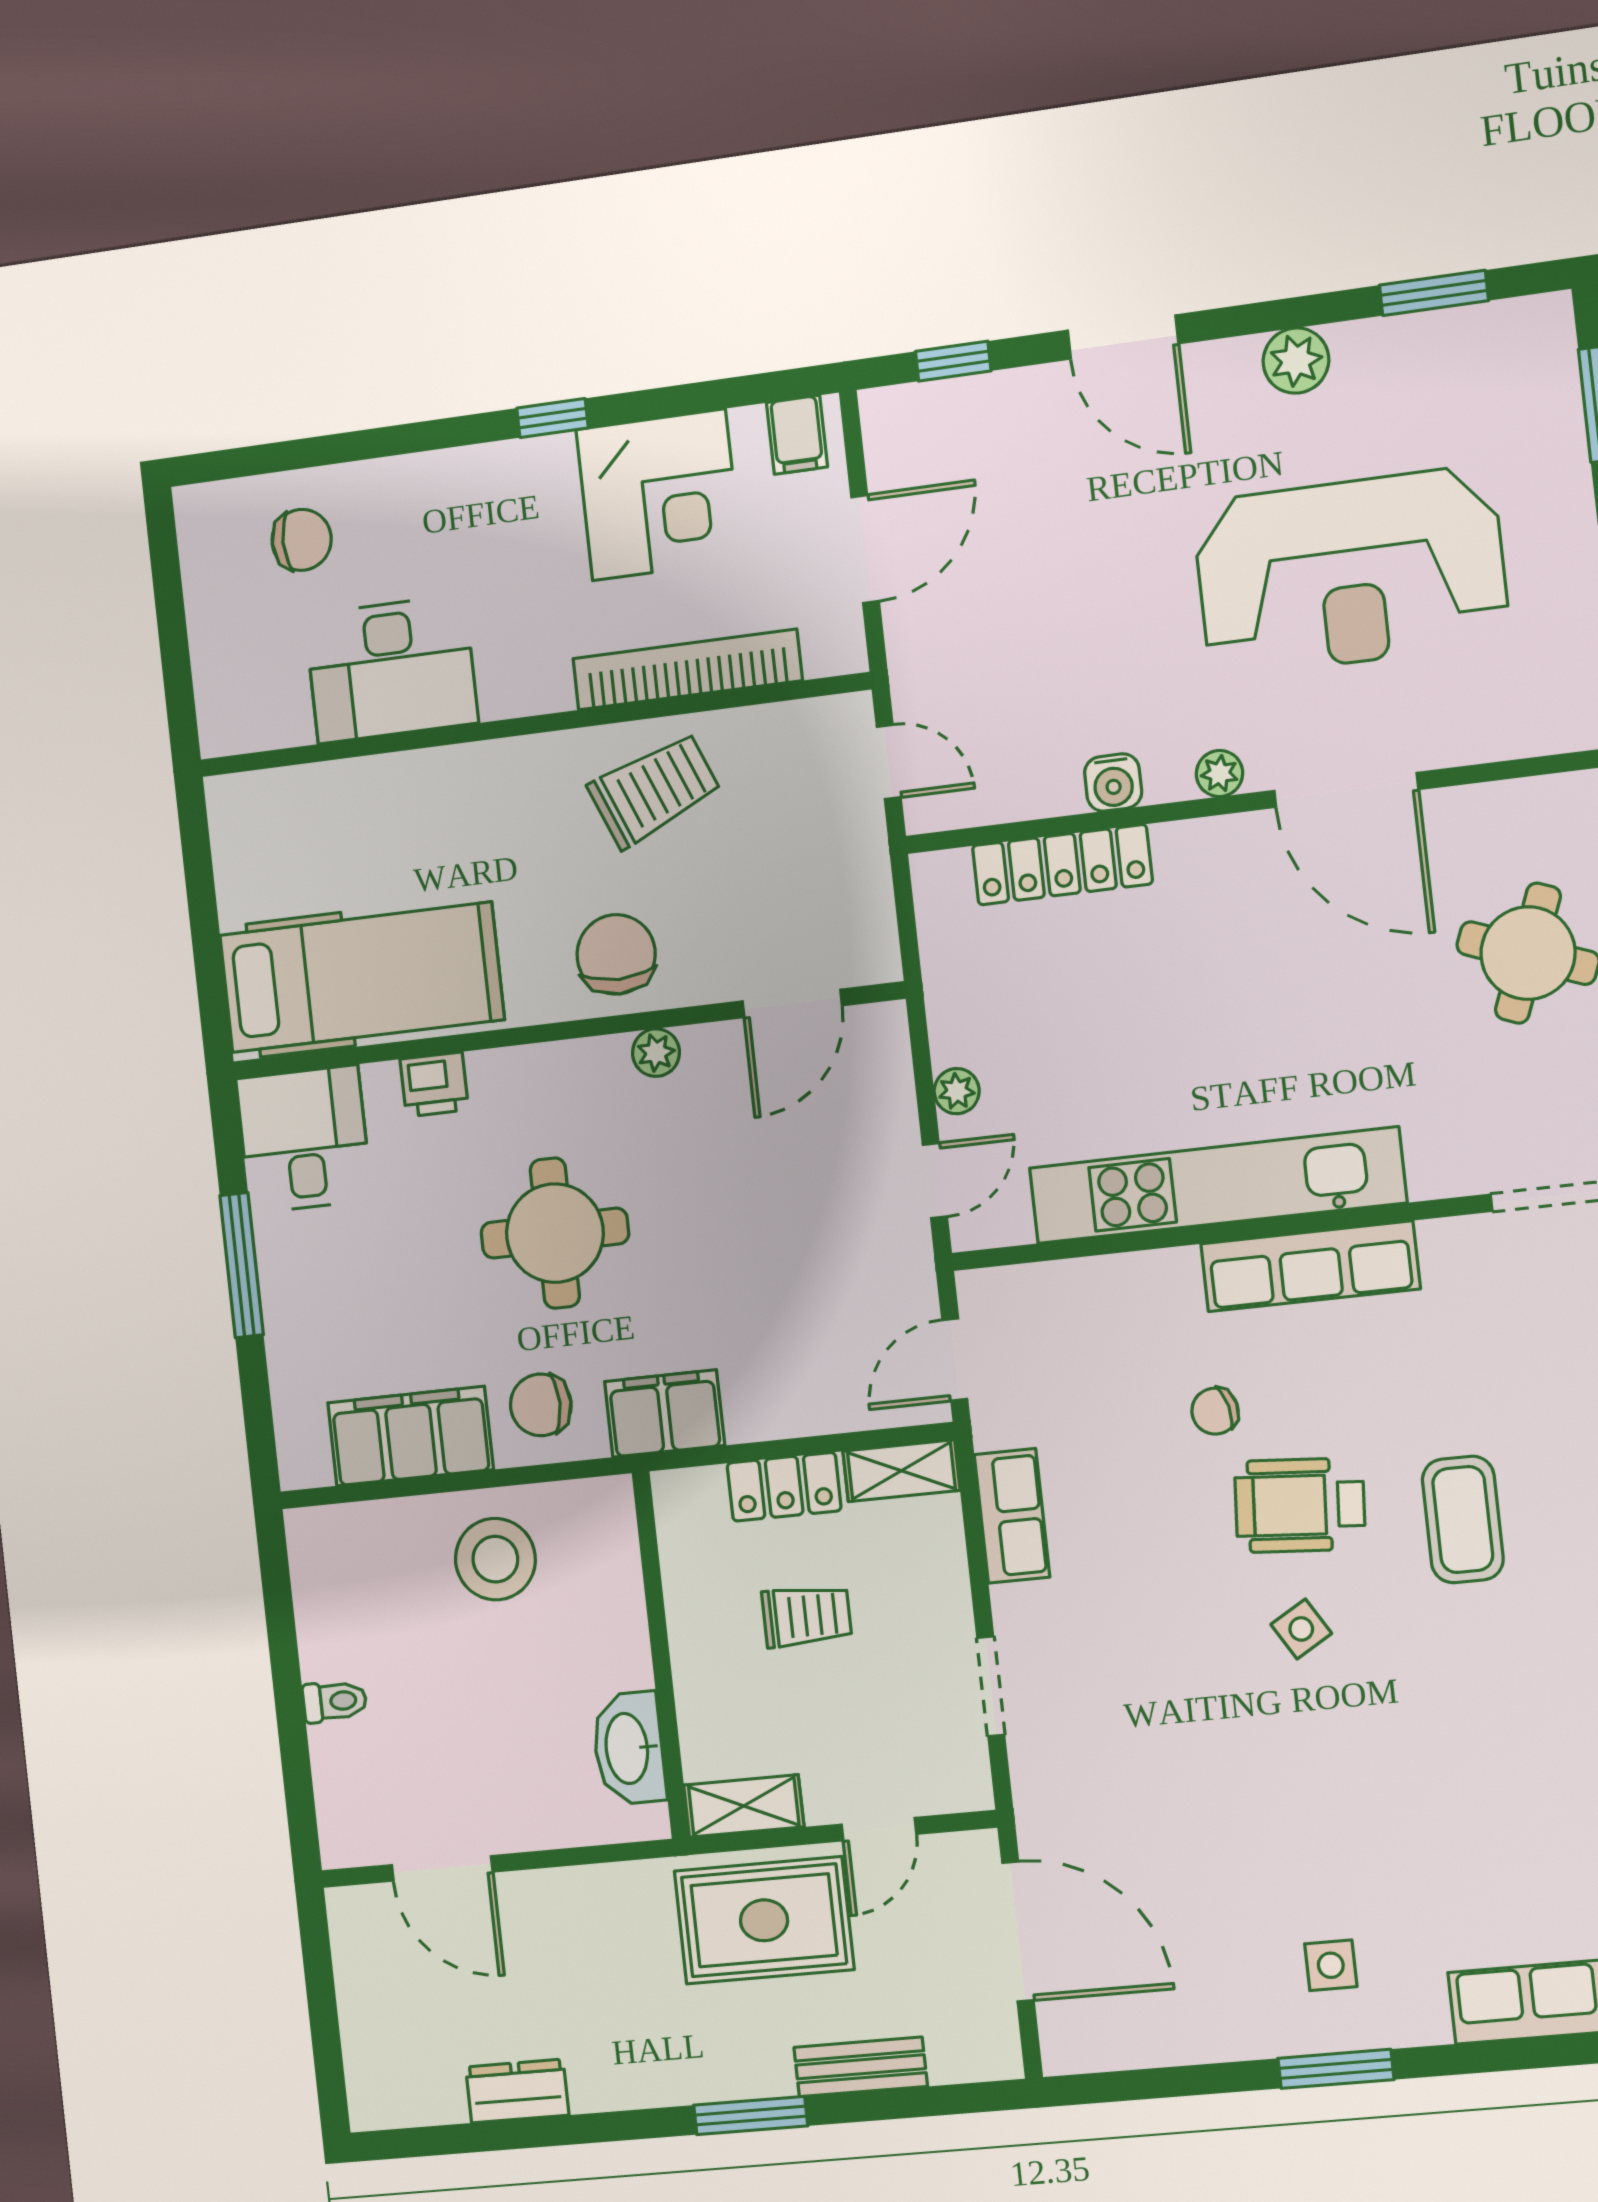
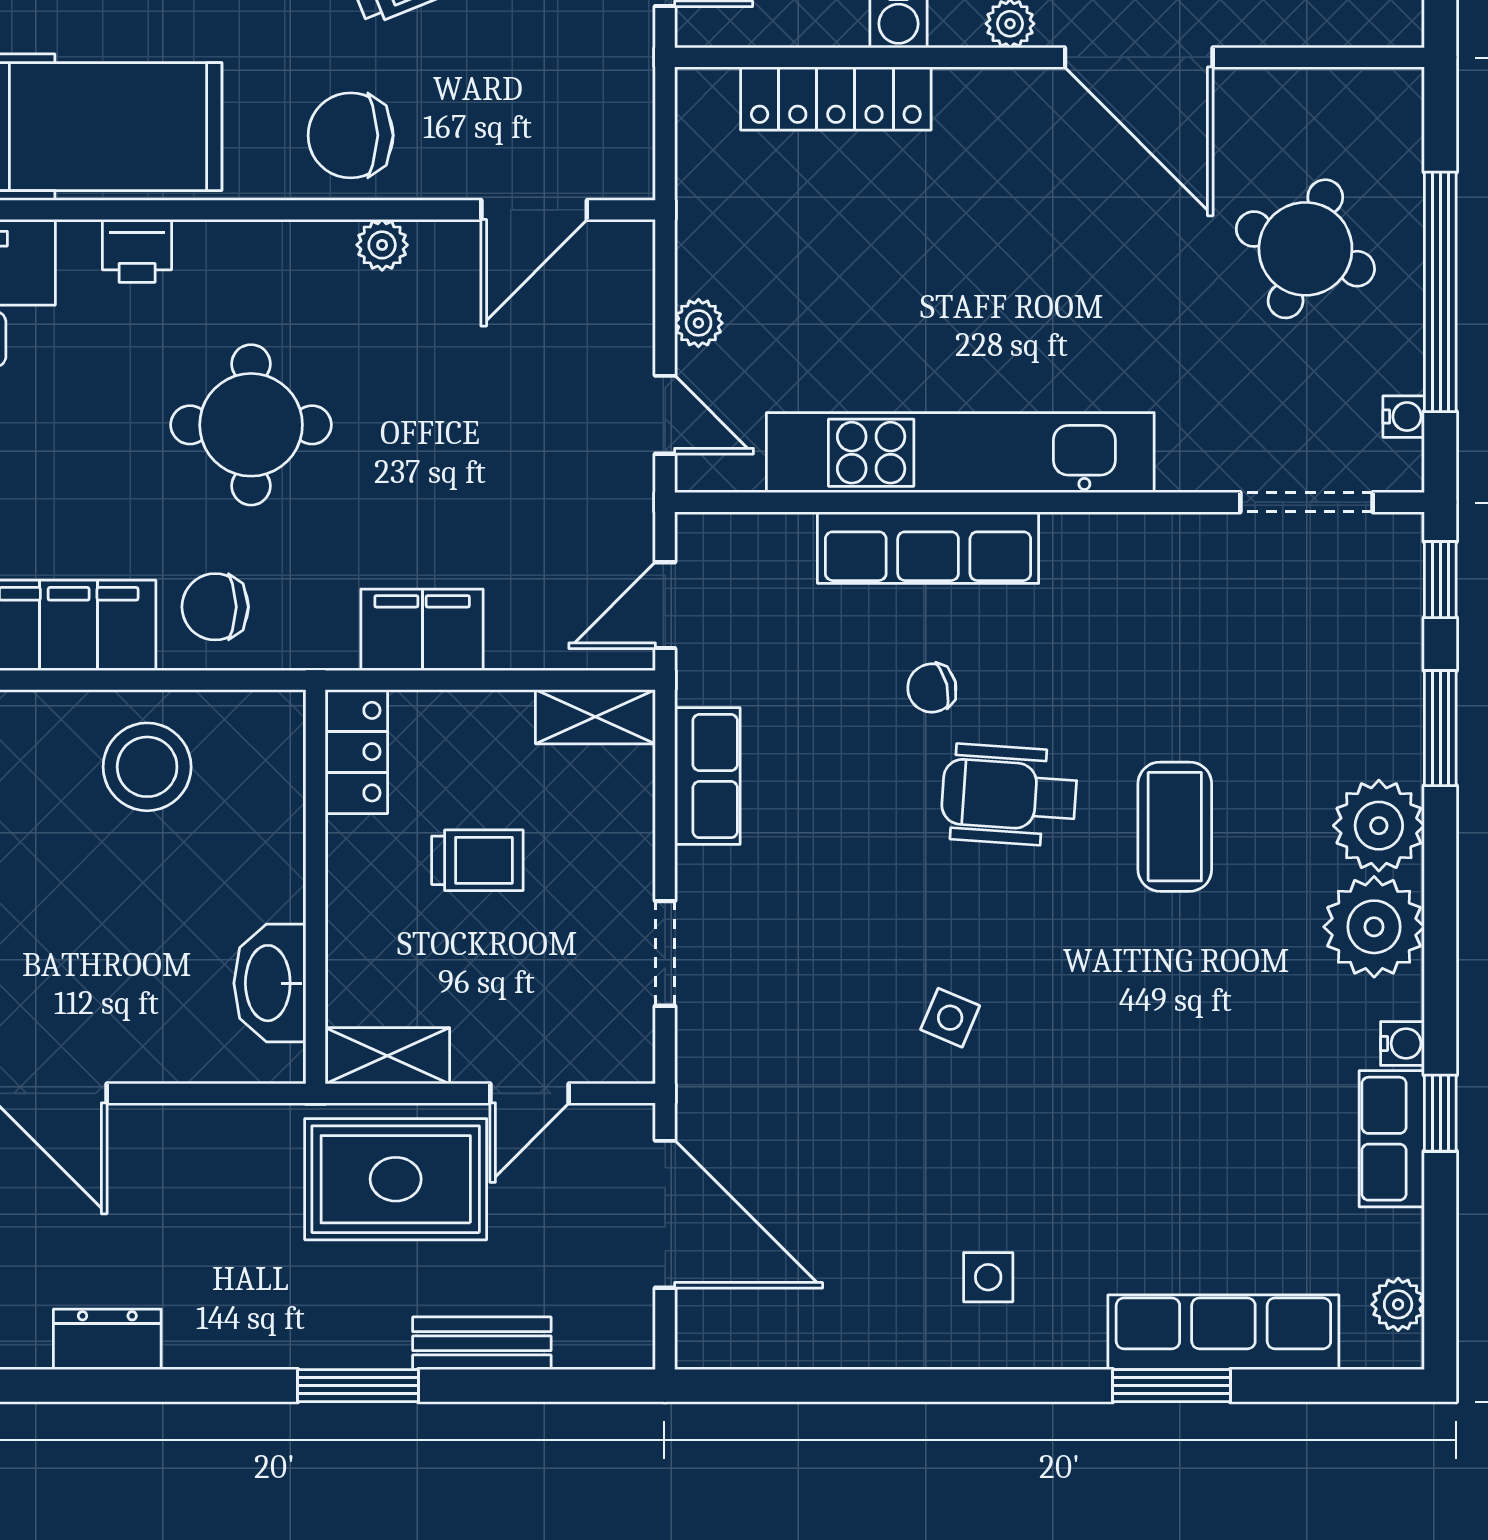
chair: (616, 954) -> (351, 135), turned -90
door: (935, 1181) -> (665, 415), hinge flipped
row of seats: (1310, 1266) -> (928, 548), moved
filing cabinet: (665, 1413) -> (422, 630), moved
locker: (784, 1487) -> (356, 752), moved, turned -90
side table: (1301, 1629) -> (950, 1018), moved, turned -36
window: (1336, 2069) -> (1172, 1386), moved

